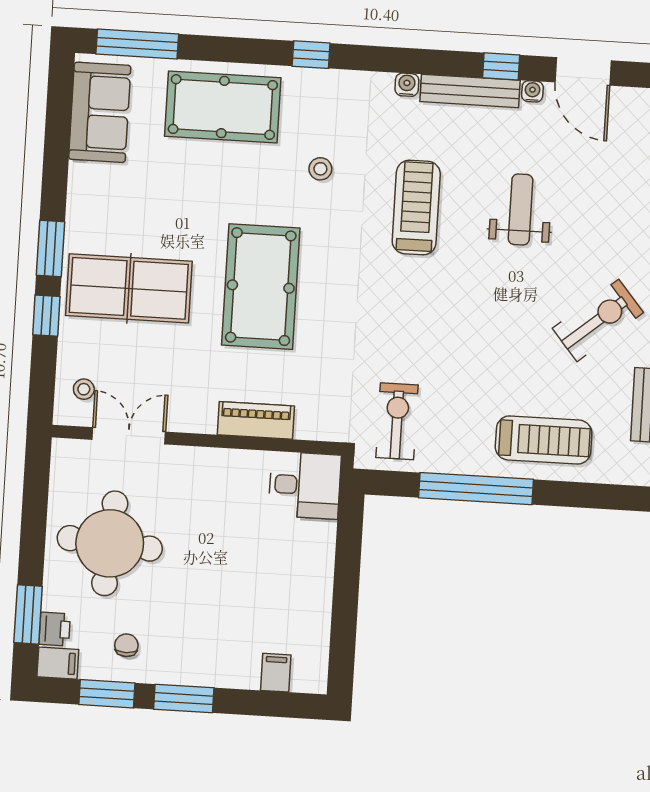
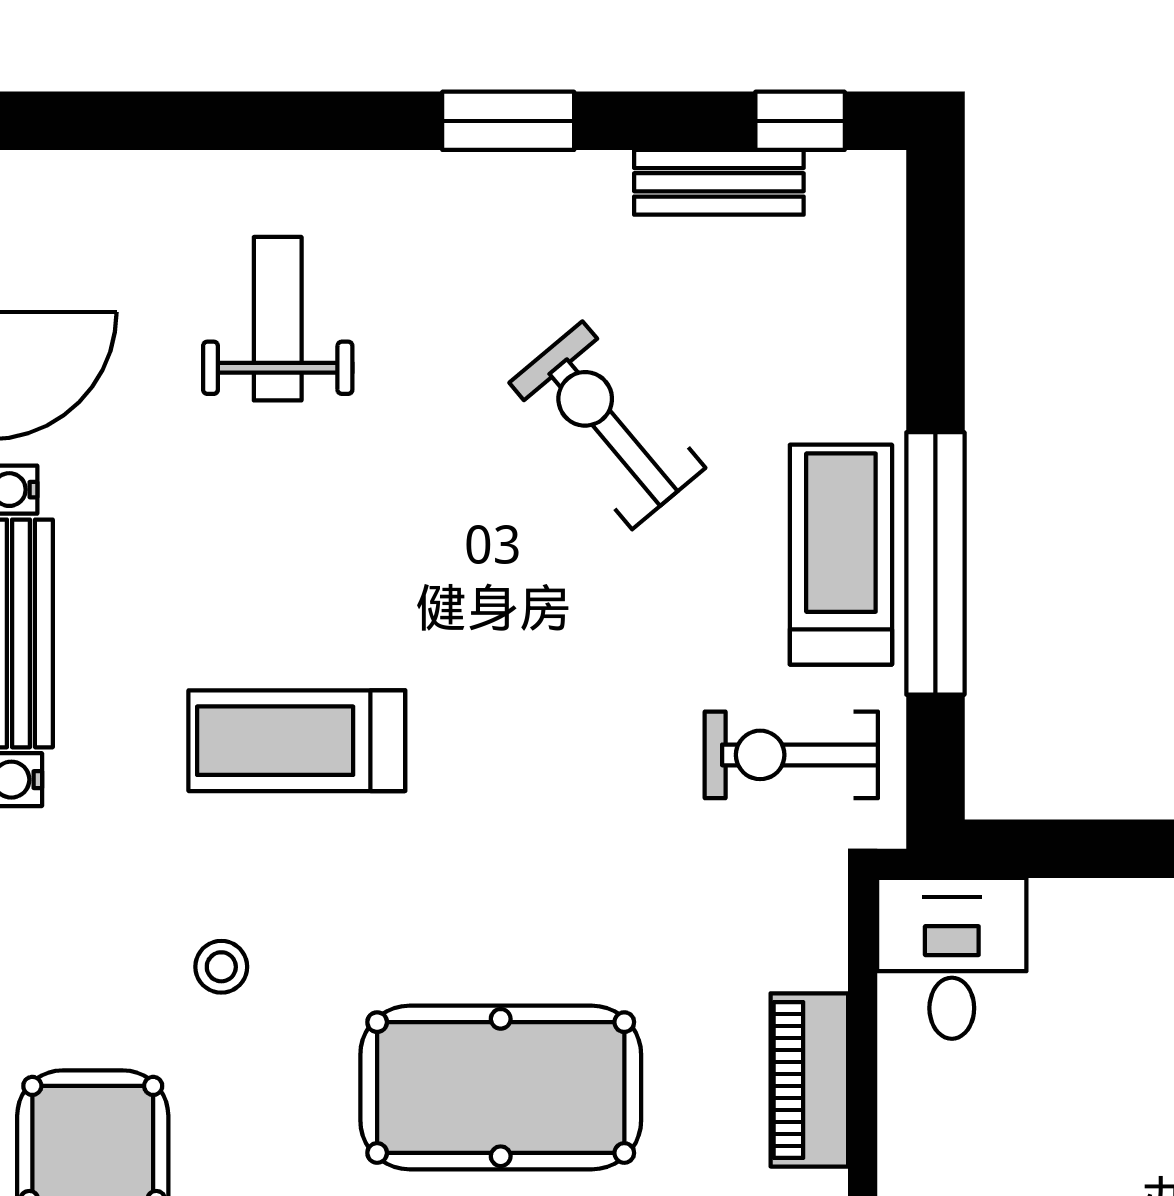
weight bench: (521, 210) -> (278, 319), moved, turned 90
exercise bike: (598, 320) -> (607, 425), moved
treadmill: (544, 440) -> (841, 555), moved

